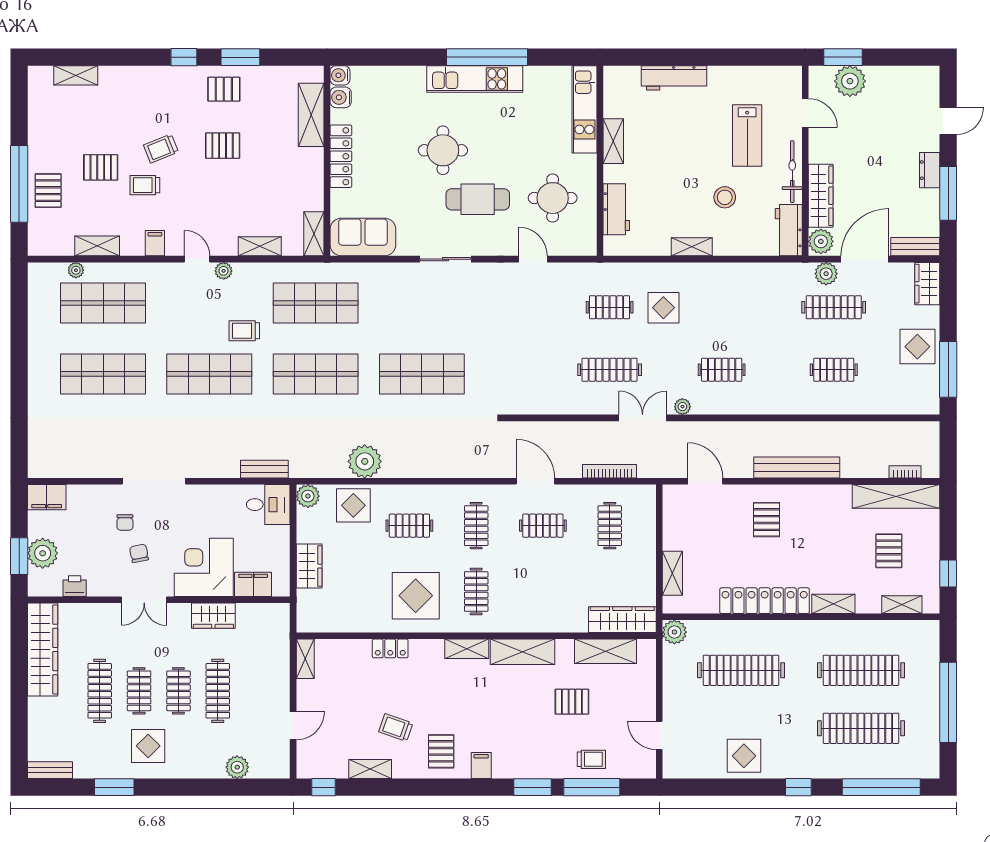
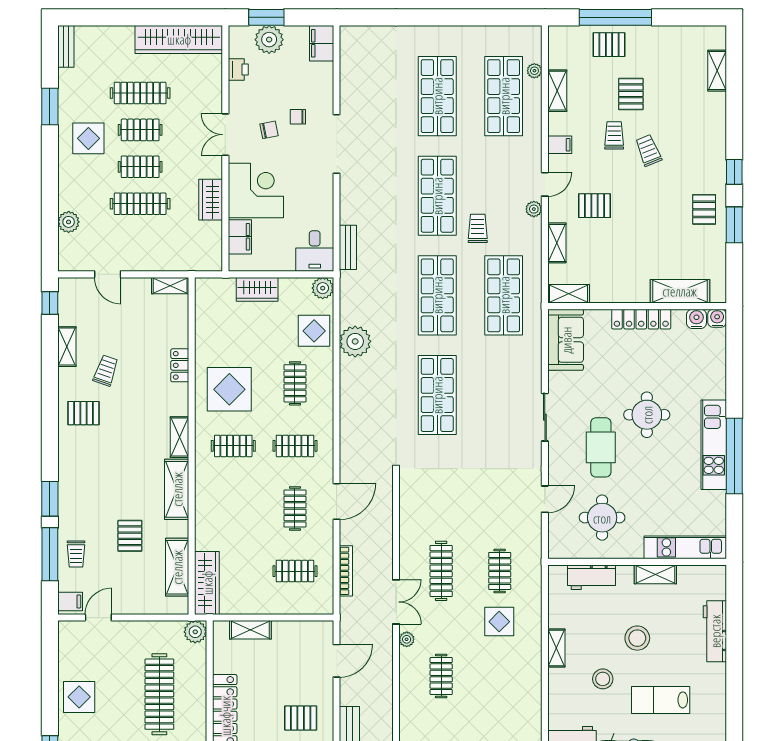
pallet: (223, 146) -> (595, 206), moved, turned 90
stool: (681, 160) -> (637, 638), added
filing cabinet: (481, 765) -> (70, 601), moved

